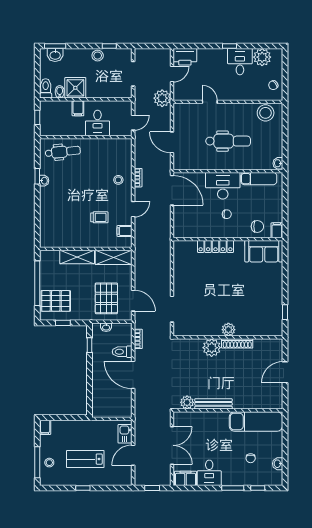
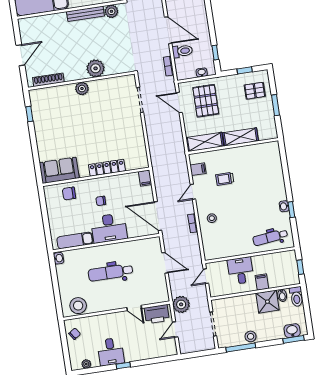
window: (109, 46) -> (241, 347), width x2.17
printer: (185, 57) -> (157, 314), moved, turned 180
plant: (262, 57) -> (86, 364), width x0.53, depth x0.53
filing cabinet: (277, 230) -> (145, 178), moved
window: (37, 283) -> (275, 105), width x0.47
pallet: (56, 301) -> (255, 91), width x0.67, depth x0.71
shoe rack: (237, 343) -> (48, 80), moved

